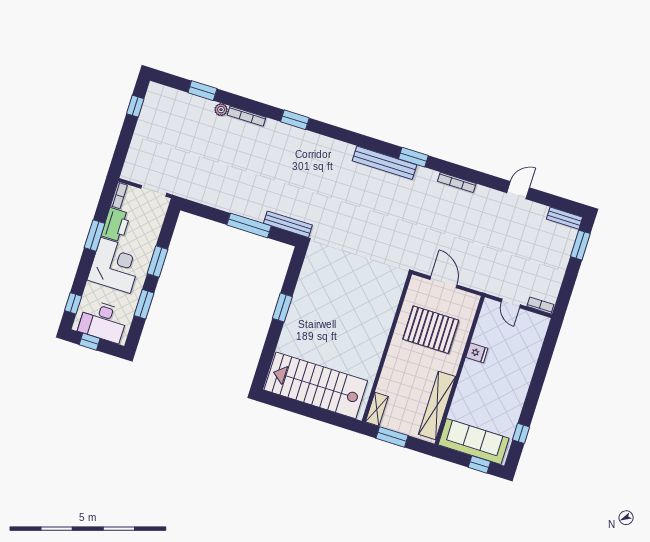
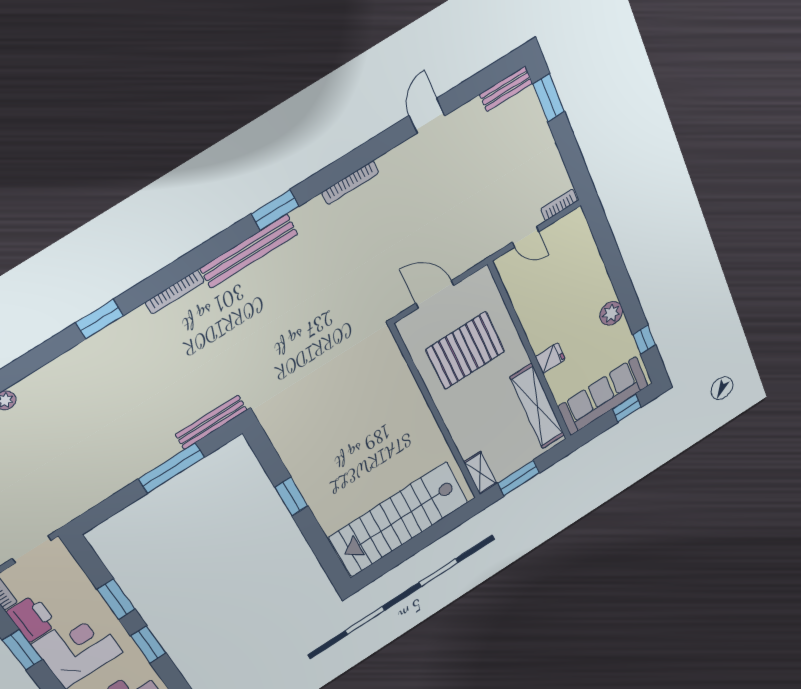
bookcase: (247, 116) -> (175, 292), moved
fridge: (477, 353) -> (550, 358), moved
plant: (517, 397) -> (611, 313), added

